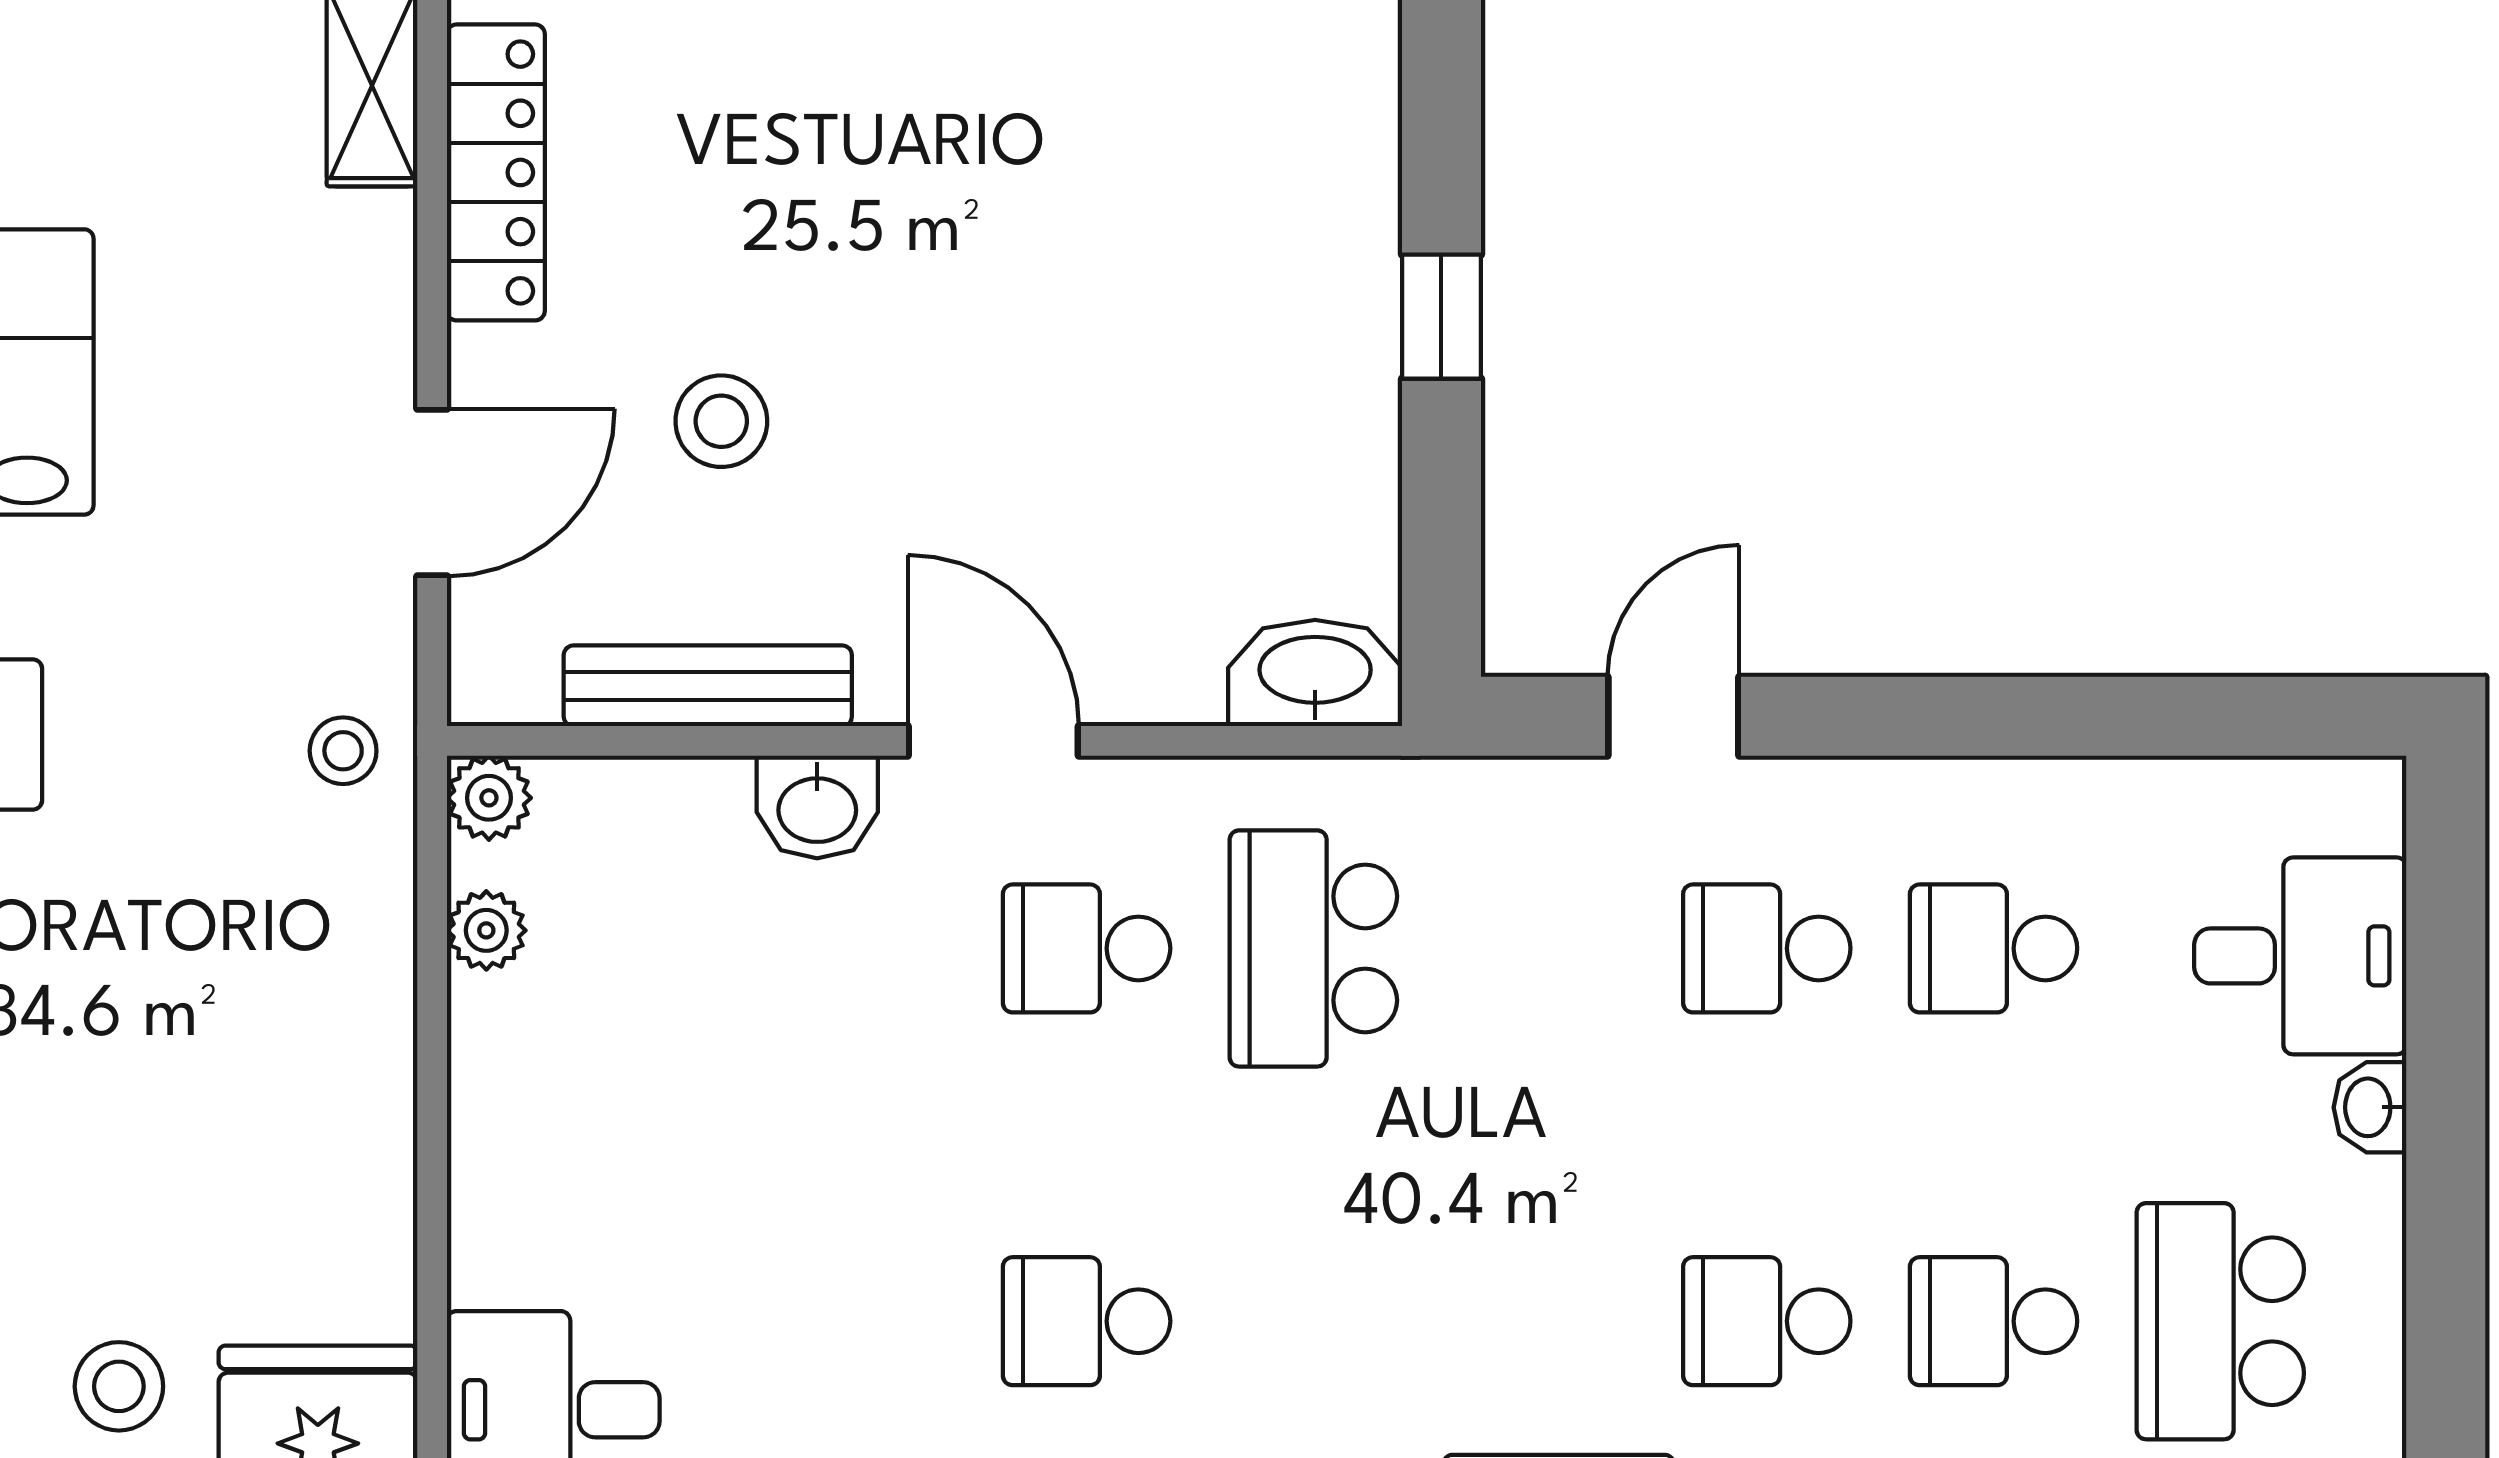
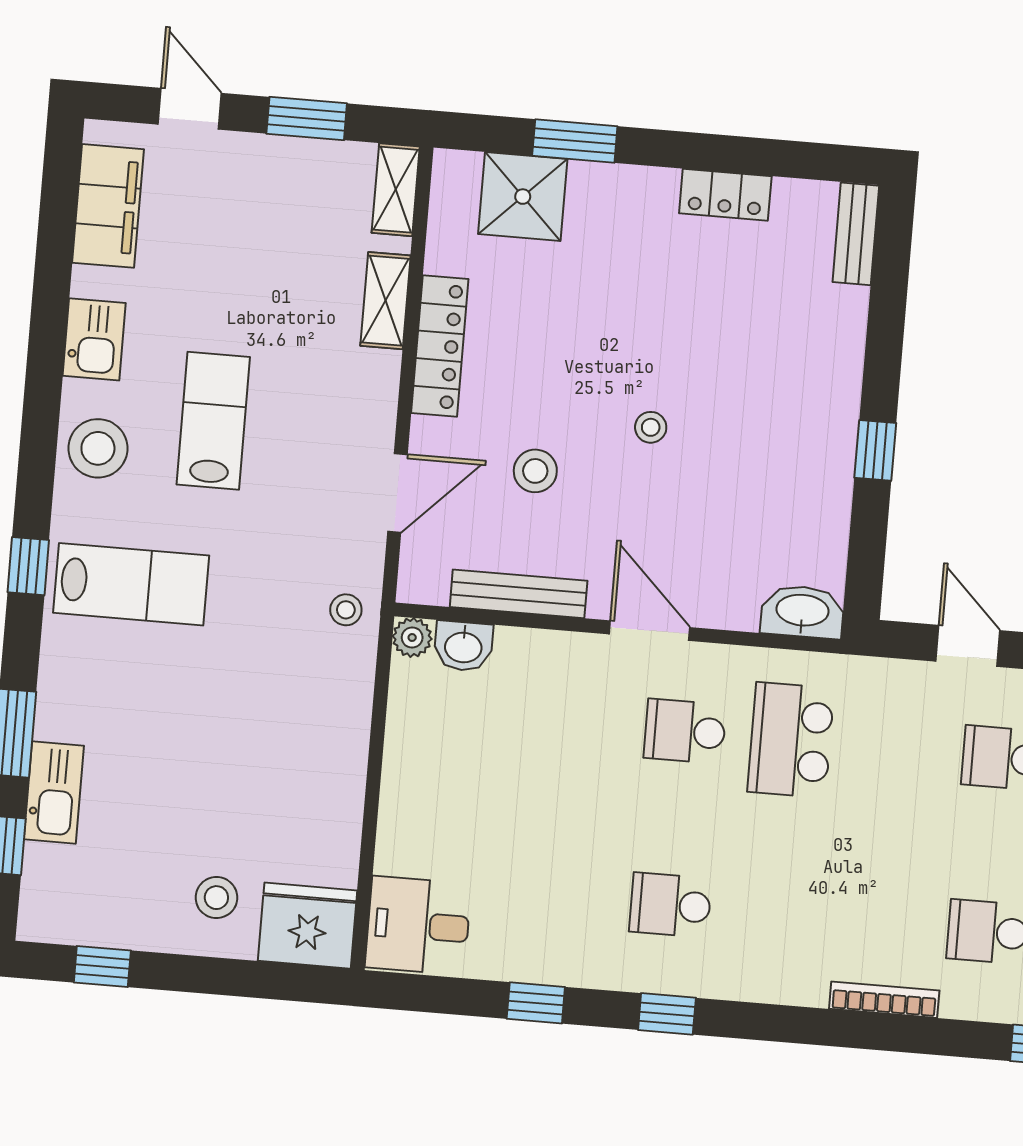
stool: (959, 308) -> (651, 427), added
door: (1673, 716) -> (968, 646), hinge flipped
washbasin: (817, 807) -> (463, 646), moved
plant: (486, 930) -> (406, 699), removed

